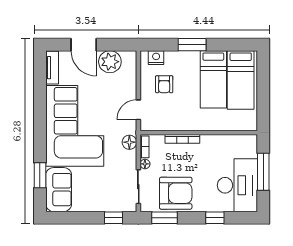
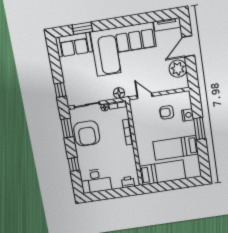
nightstand: (156, 58) -> (188, 115), moved
bed: (241, 80) -> (163, 172), moved, turned 180
printer: (250, 150) -> (128, 182), added
window: (263, 172) -> (113, 194), removed
desk: (237, 185) -> (96, 181), width x0.73, depth x0.77

